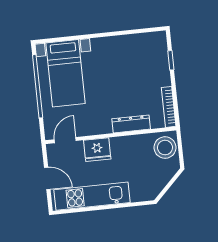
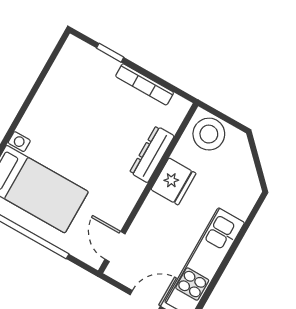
bookcase: (169, 107) -> (145, 84), moved
fridge: (97, 150) -> (173, 181), moved

